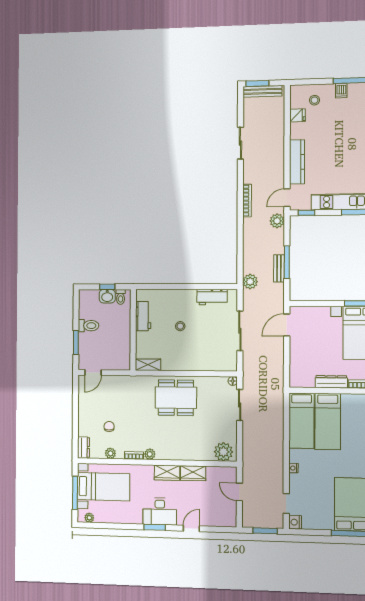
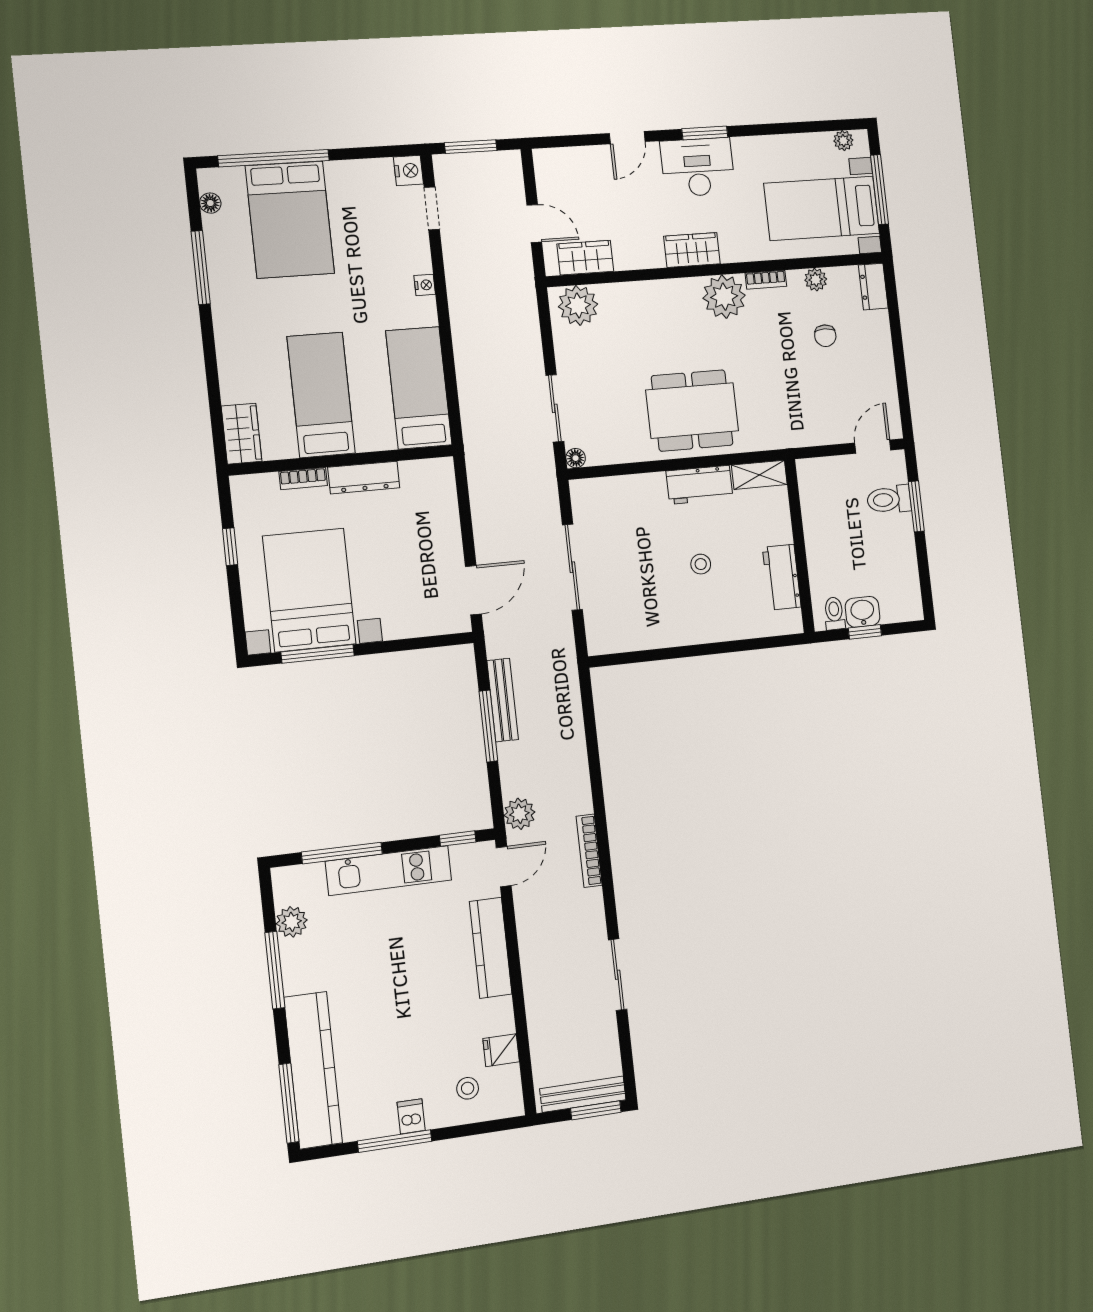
bench: (279, 268) -> (503, 700), width x1.36
plant: (250, 282) -> (563, 676), removed
workbench: (212, 297) -> (699, 485), moved, turned 180
toilet: (89, 326) -> (889, 499), moved
bed: (328, 421) -> (321, 395), moved
plant: (150, 454) -> (724, 297), width x1.88, depth x1.88
wardrobe: (193, 473) -> (585, 258), moved

